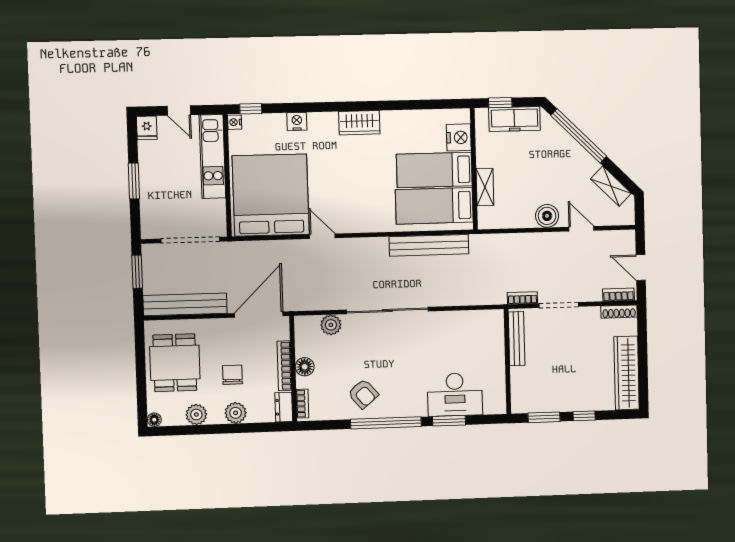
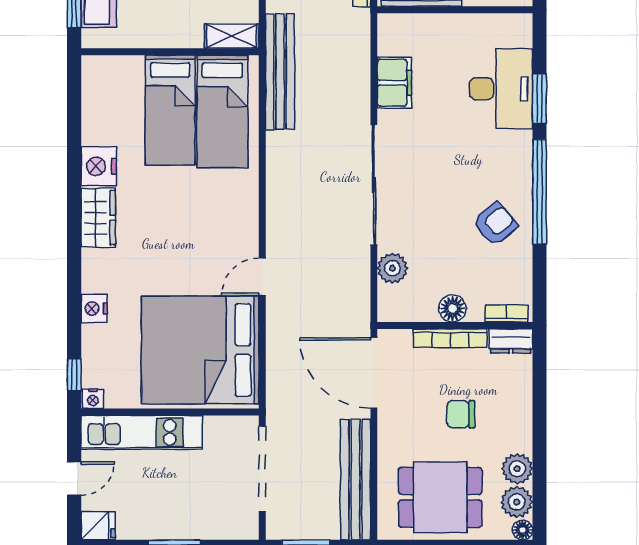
nightstand: (459, 137) -> (99, 166), moved, turned -90
shelving: (485, 187) -> (232, 36), moved
bench: (429, 245) -> (280, 72), moved
filing cabinet: (457, 322) -> (394, 83), added
plant: (236, 413) -> (517, 502), moved

